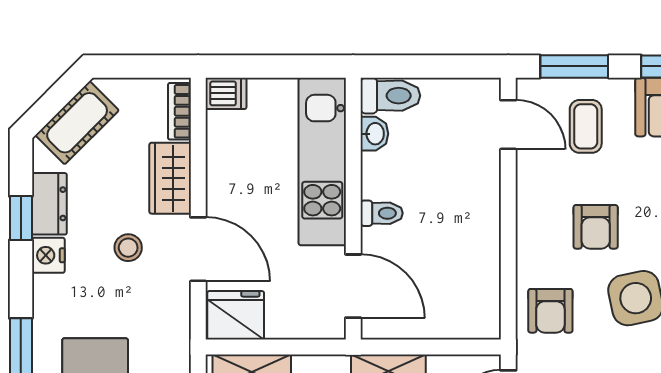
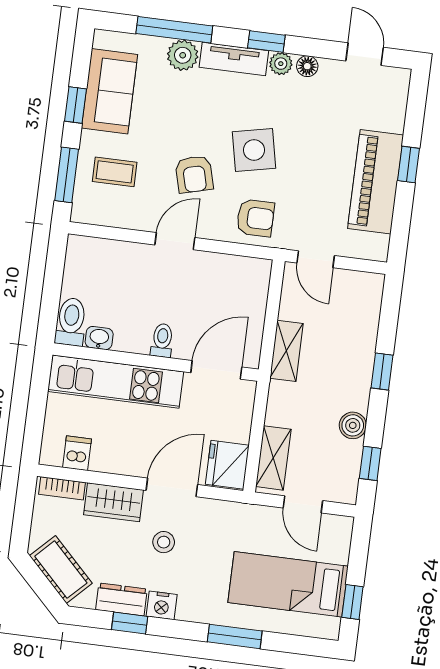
dishwasher: (226, 93) -> (77, 453), moved
door: (508, 125) -> (175, 241), moved
armchair: (596, 227) -> (194, 174), turned 75

